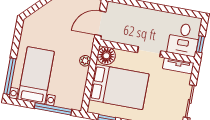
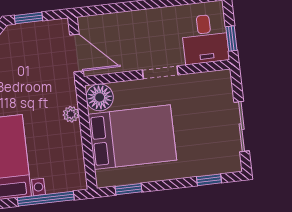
door: (100, 23) -> (76, 53), swing flipped
tv unit: (178, 66) -> (209, 80), removed

